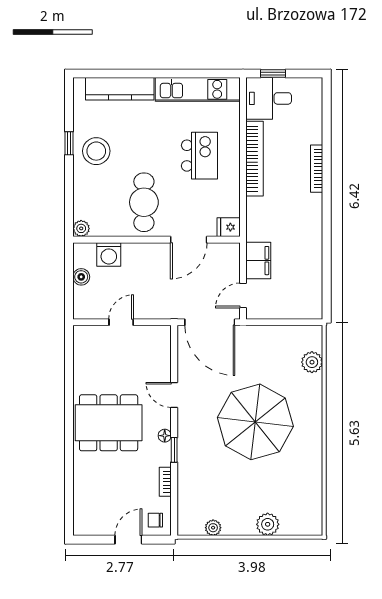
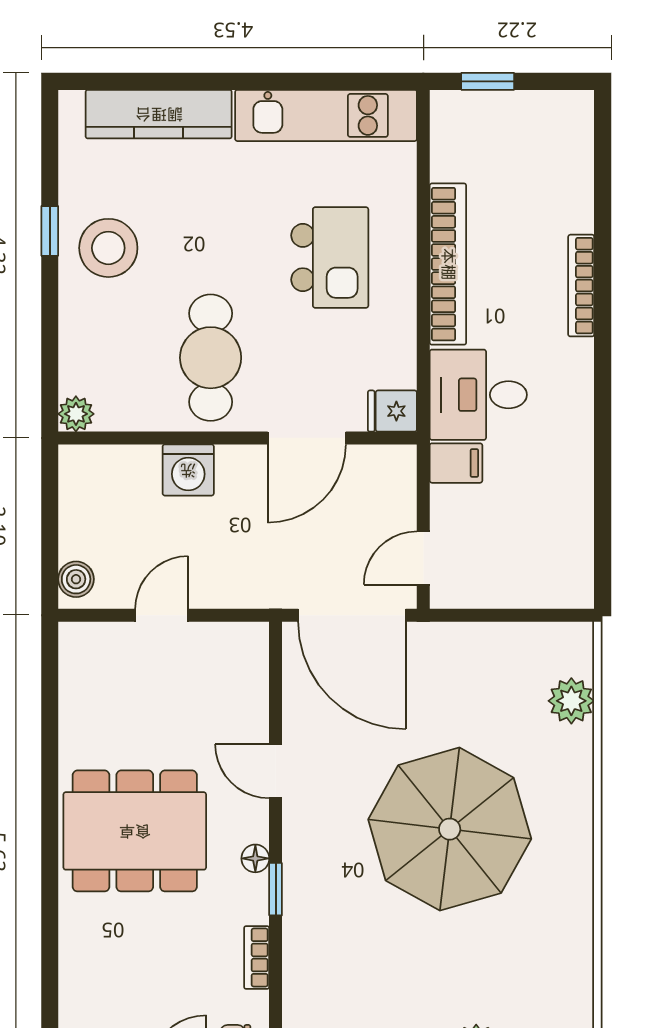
desk: (269, 98) -> (478, 395), moved
washing machine: (109, 255) -> (188, 470), moved
filing cabinet: (258, 261) -> (456, 463), width x0.50
boiler: (81, 277) -> (76, 579), moved

